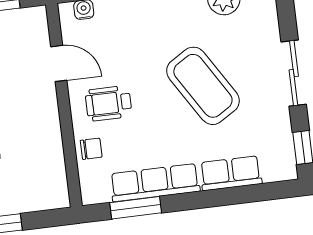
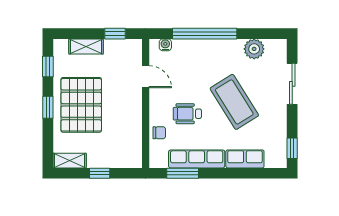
sliding door: (294, 73) -> (292, 84), moved
wheelchair: (109, 103) -> (187, 114), moved

